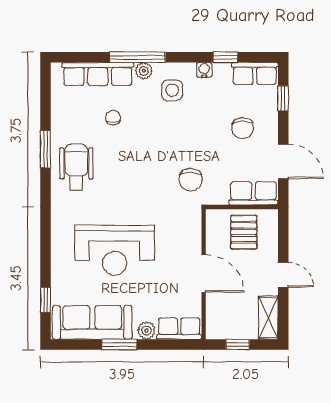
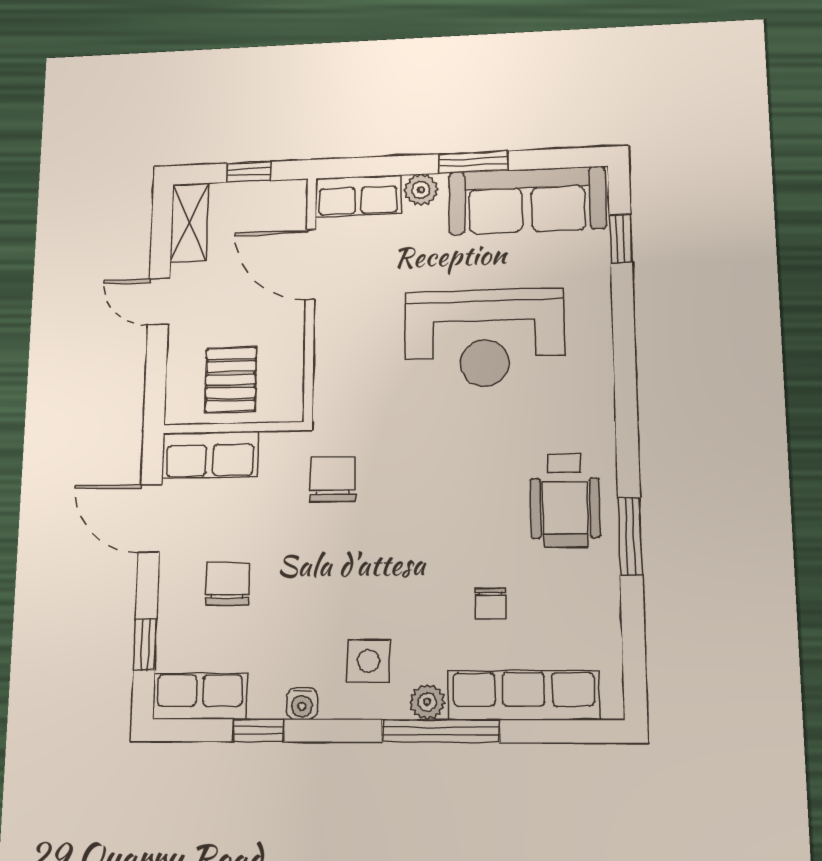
reception desk: (115, 250) -> (484, 338), turned 180
door: (204, 274) -> (310, 265), moved

